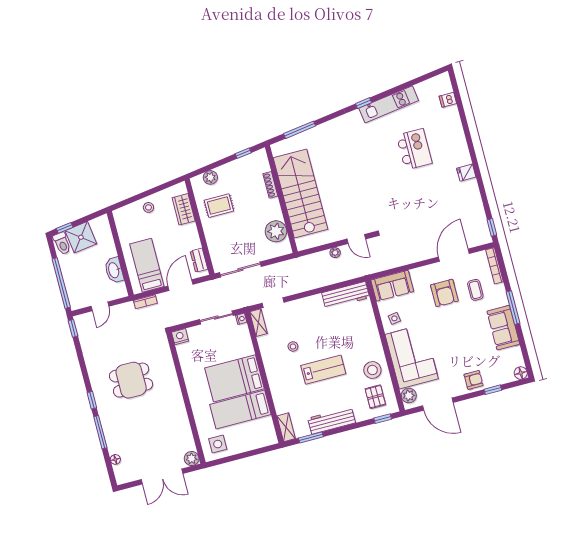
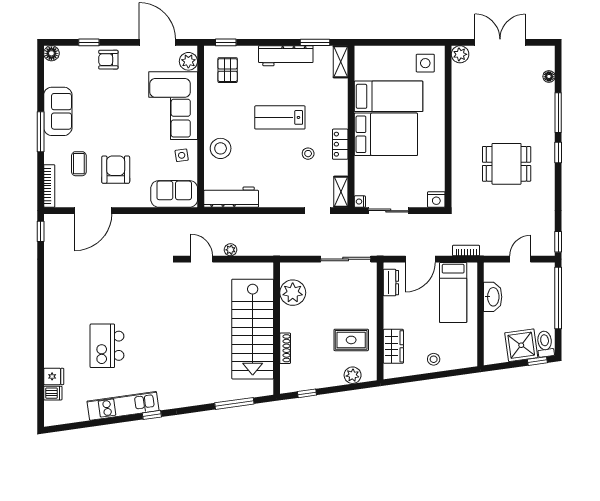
fridge: (466, 173) -> (54, 376), moved
locker: (269, 361) -> (340, 144), added
stool: (372, 370) -> (221, 148), moved

